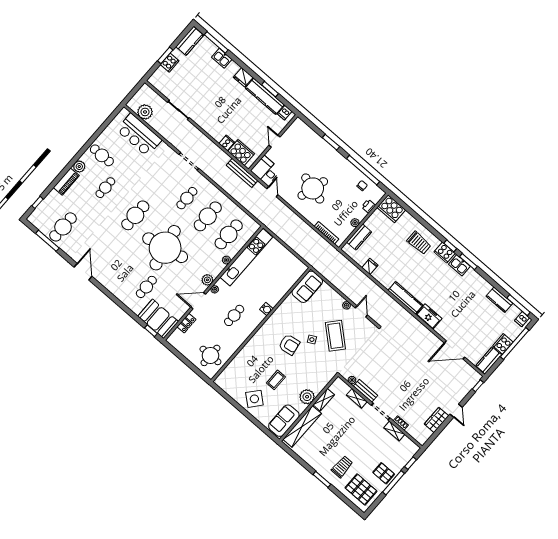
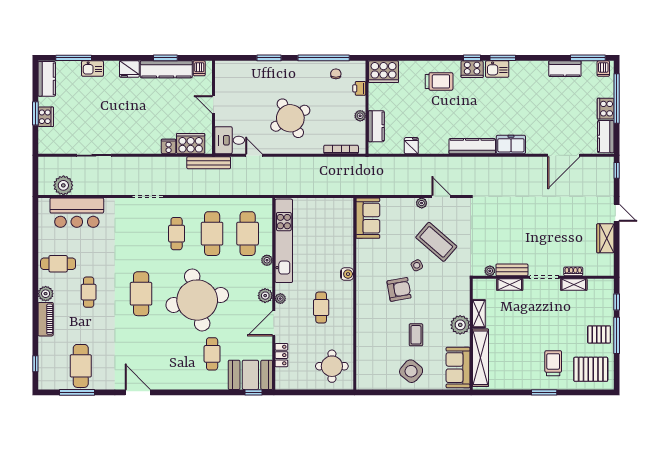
round table: (313, 188) -> (290, 118), turned 45

